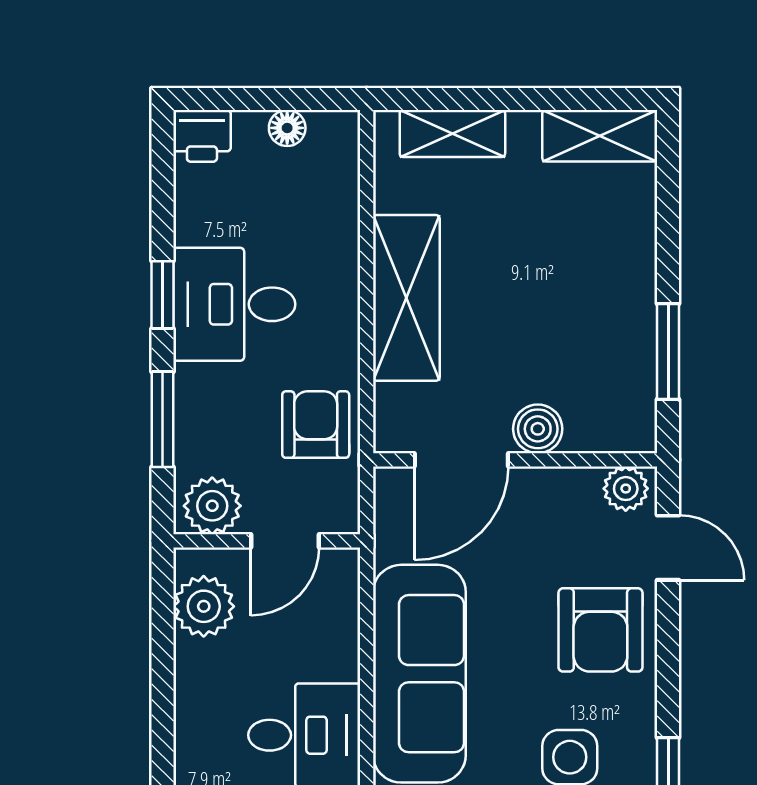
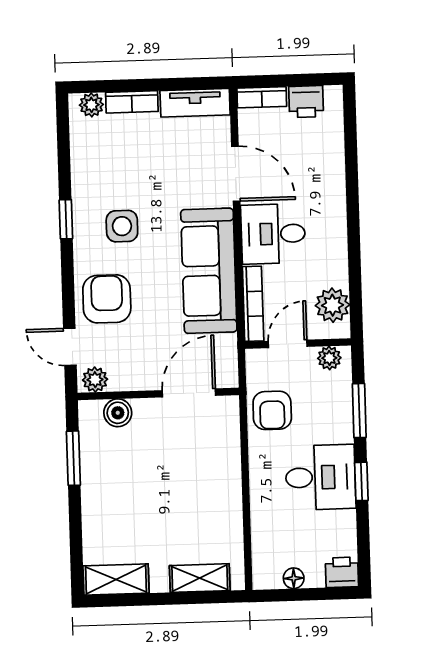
shelving: (406, 298) -> (223, 484), removed
boiler: (538, 429) -> (118, 413), moved
plant: (212, 506) -> (329, 358), width x0.73, depth x0.73
bookcase: (343, 613) -> (253, 304), added

